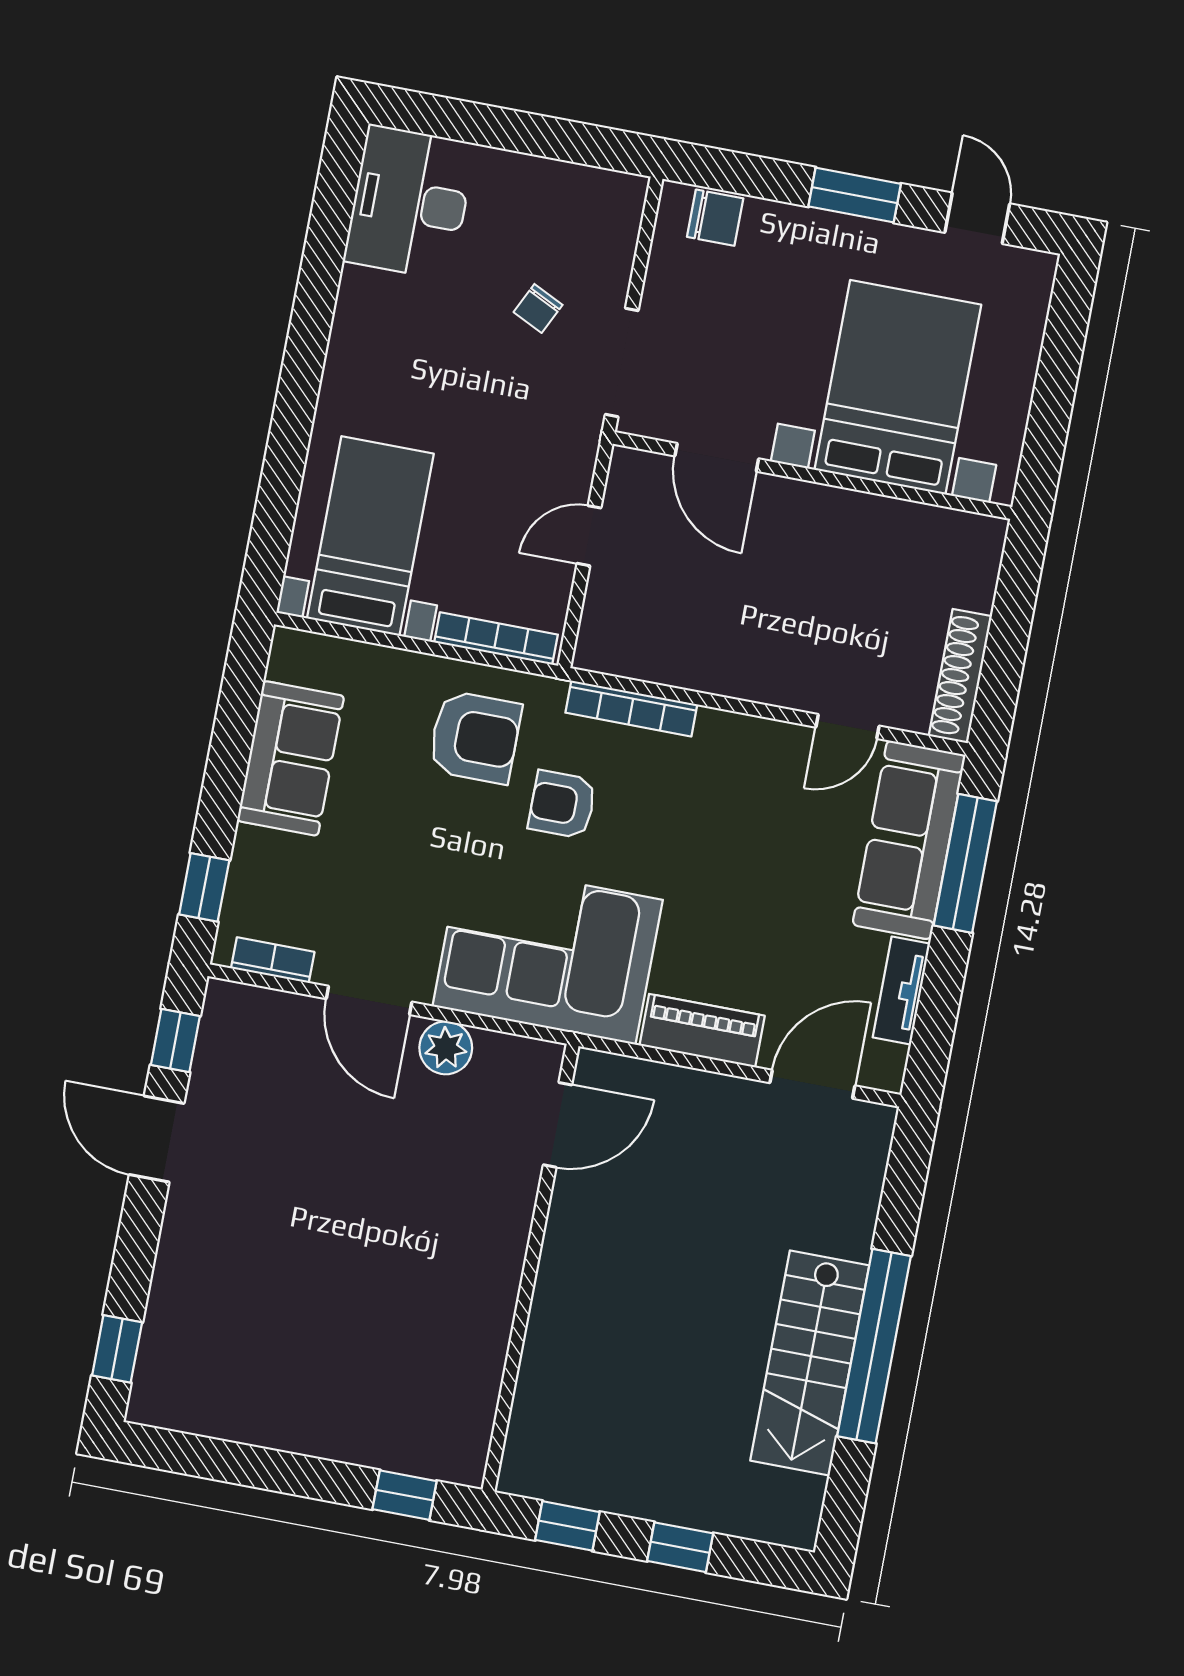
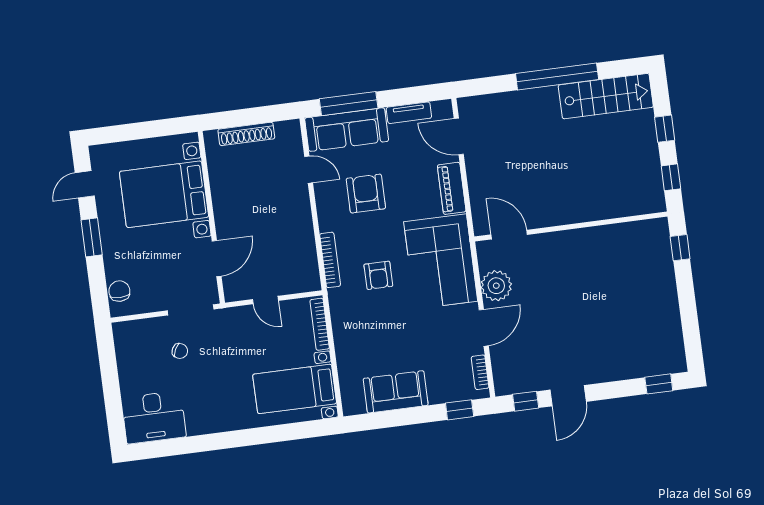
shoe rack: (960, 676) -> (246, 134), moved
armchair: (475, 737) -> (366, 194), moved
plant: (446, 1048) -> (496, 286), width x1.36, depth x1.36
stairs: (810, 1363) -> (606, 96), moved

